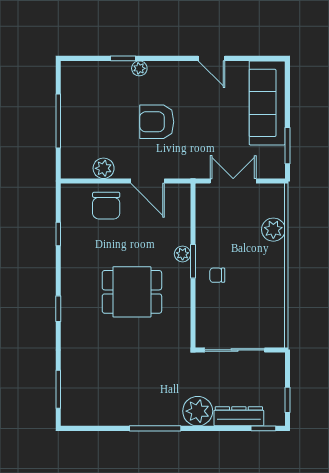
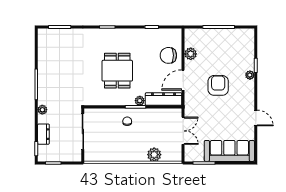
door: (212, 58) -> (256, 118), swing flipped
dresser: (180, 214) -> (164, 99), added
plant: (198, 411) -> (42, 110), width x0.53, depth x0.53
dresser: (239, 416) -> (43, 134), width x0.70

